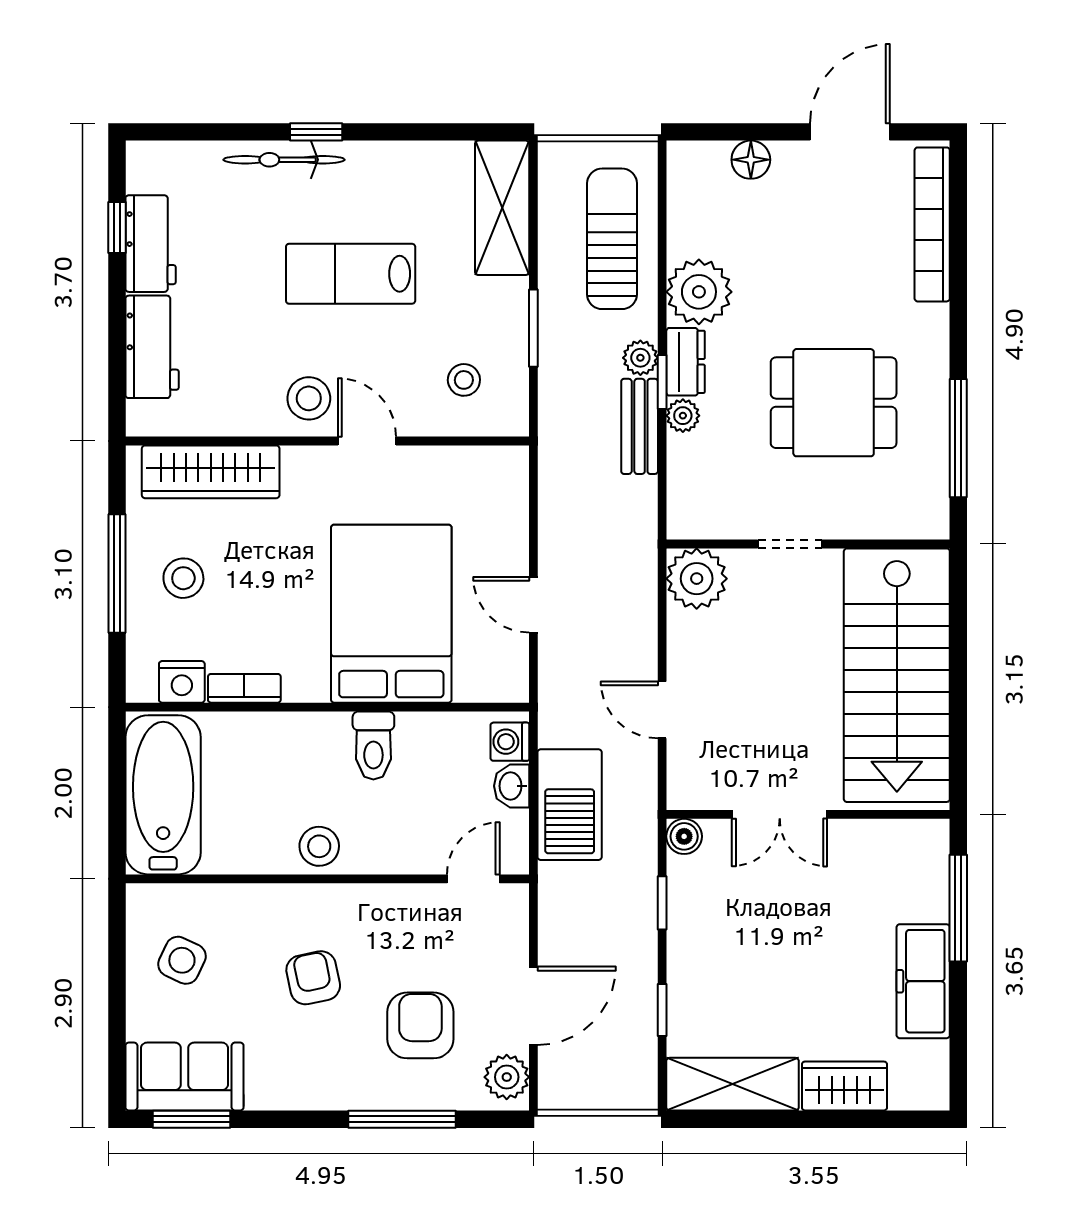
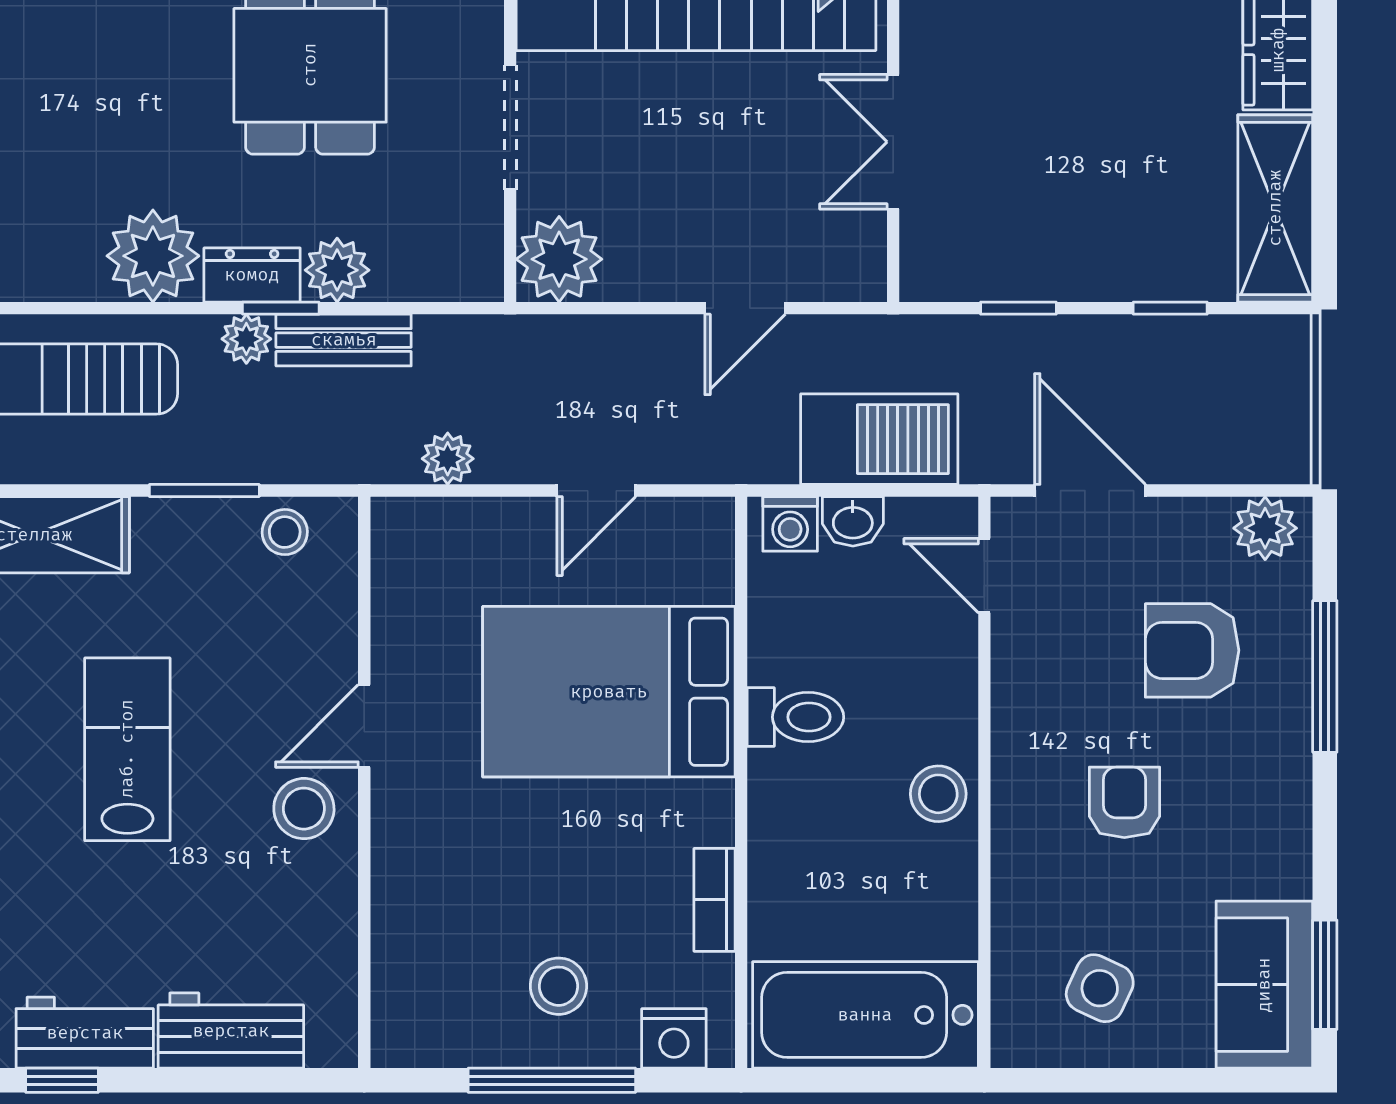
lab bench: (351, 274) -> (127, 749), turned 180
stool: (464, 380) -> (285, 532), moved
plant: (683, 416) -> (337, 270), width x1.38, depth x1.38
wardrobe: (211, 472) -> (408, 948), removed
plant: (556, 500) -> (448, 459), added
doorway: (790, 544) -> (510, 127), width x1.38
nightstand: (182, 682) -> (674, 1038), moved, turned 90
double door: (780, 814) -> (893, 142), swing flipped
boiler: (684, 836) -> (924, 277), removed
armchair: (313, 978) -> (1124, 802), turned 102
door: (533, 1006) -> (1090, 491), moved

